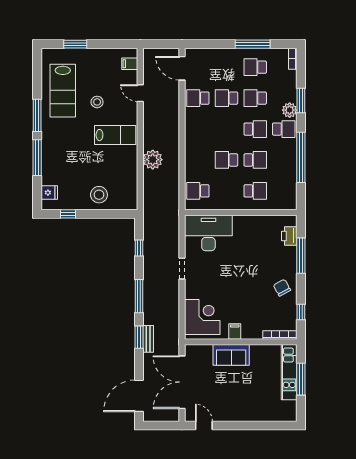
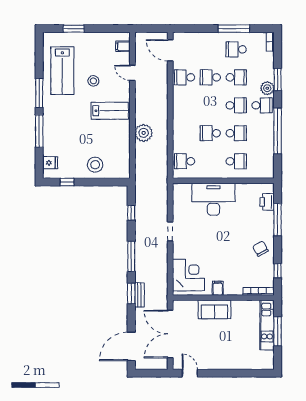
school desk: (255, 98) -> (236, 77), turned 180
desk: (208, 233) -> (213, 199), moved

